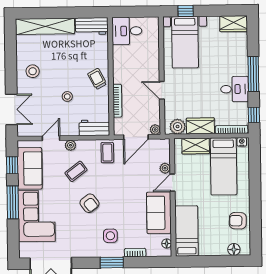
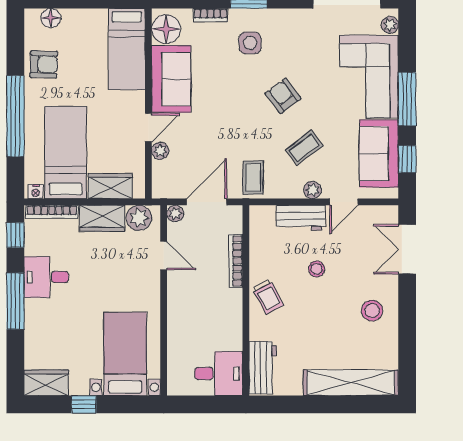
window: (186, 11) -> (84, 404), moved
workbench: (92, 26) -> (263, 368), moved, turned 90
door: (162, 90) -> (164, 256), moved
workbench: (94, 128) -> (301, 218), moved
window: (255, 188) -> (15, 116), added
floor lamp: (167, 243) -> (166, 29), width x1.89, depth x1.89
plant: (24, 248) -> (390, 25), added

